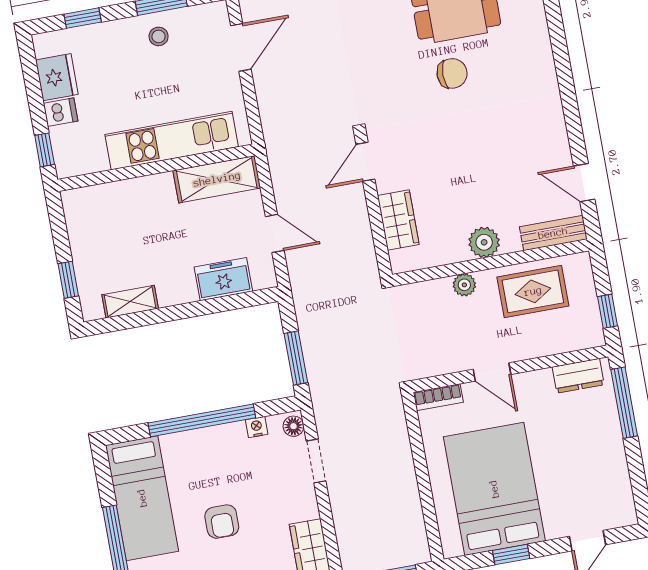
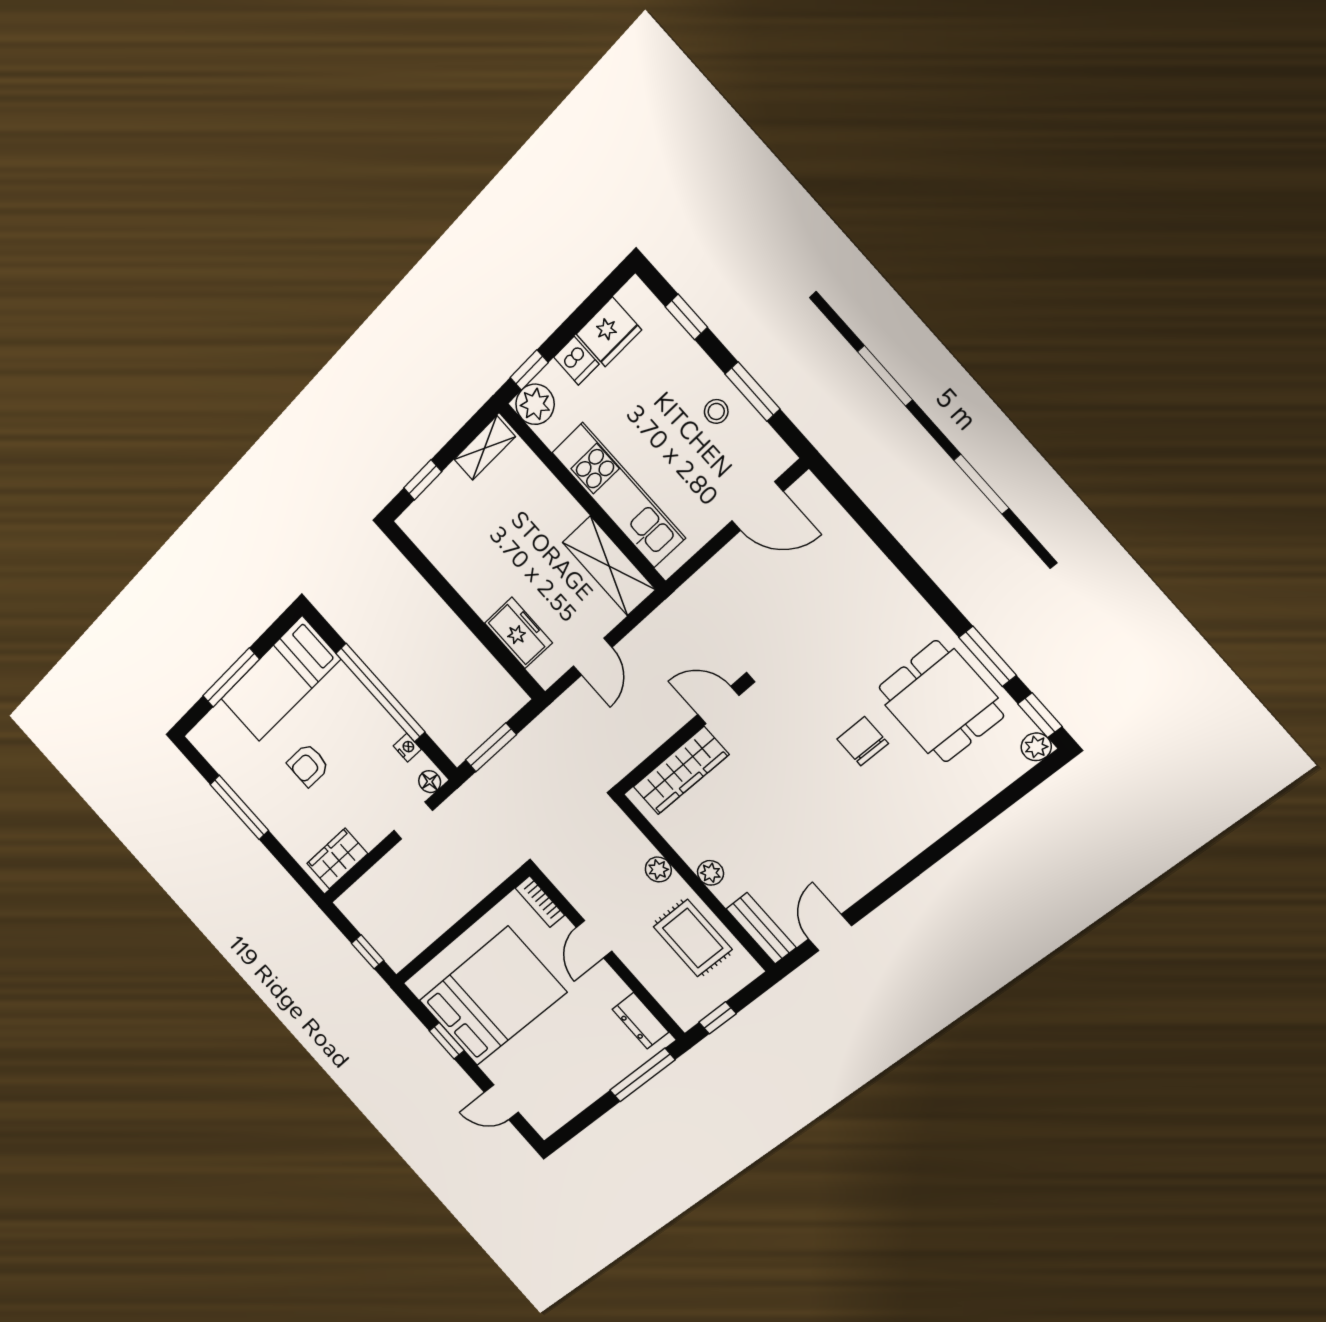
chair: (452, 73) -> (863, 741), turned 180
plant: (70, 161) -> (535, 404), added
wardrobe: (398, 220) -> (681, 771), width x1.50
plant: (484, 242) -> (710, 873), width x0.73, depth x0.73
shelving: (130, 302) -> (485, 448), moved, turned 90

